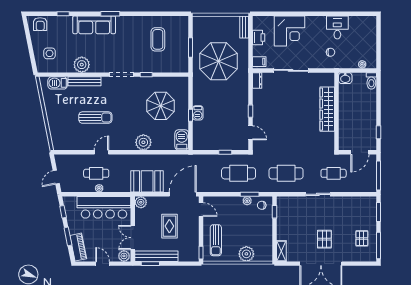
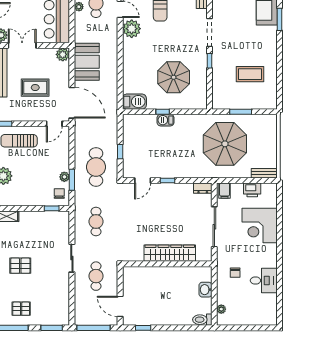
wardrobe: (327, 109) -> (170, 253), moved
wall: (337, 111) -> (167, 264), moved
plant: (143, 142) -> (132, 29), moved
cafe table: (286, 173) -> (96, 222), width x0.73, depth x0.74

